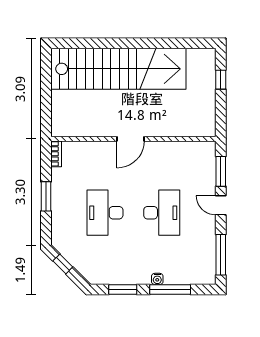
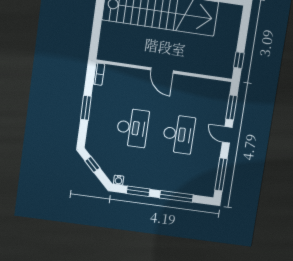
window: (221, 80) -> (239, 60), moved
door: (131, 139) -> (162, 70), hinge flipped
desk: (105, 213) -> (132, 128), turned 180
water cooler: (157, 279) -> (119, 180), moved

